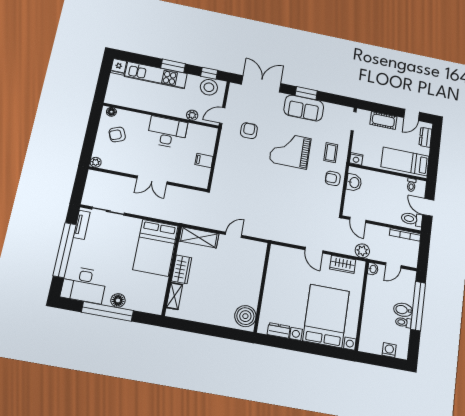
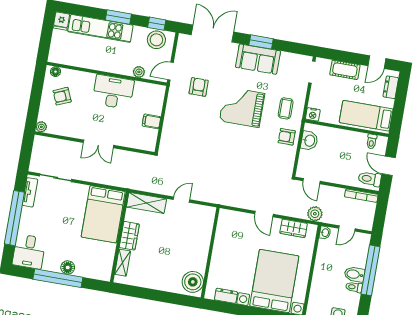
desk: (84, 285) -> (29, 252), width x0.73

